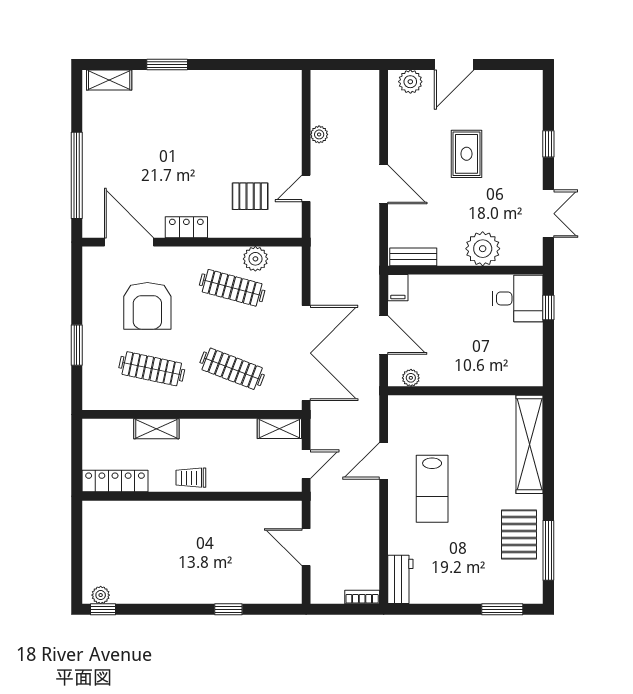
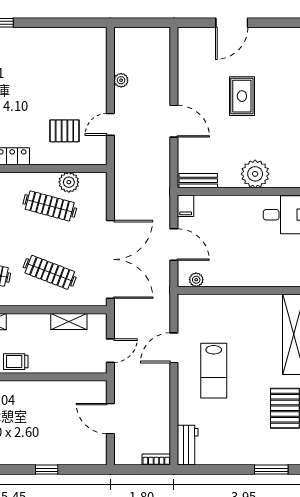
plant: (410, 82) -> (196, 37), removed
shelving: (279, 429) -> (69, 321), moved

